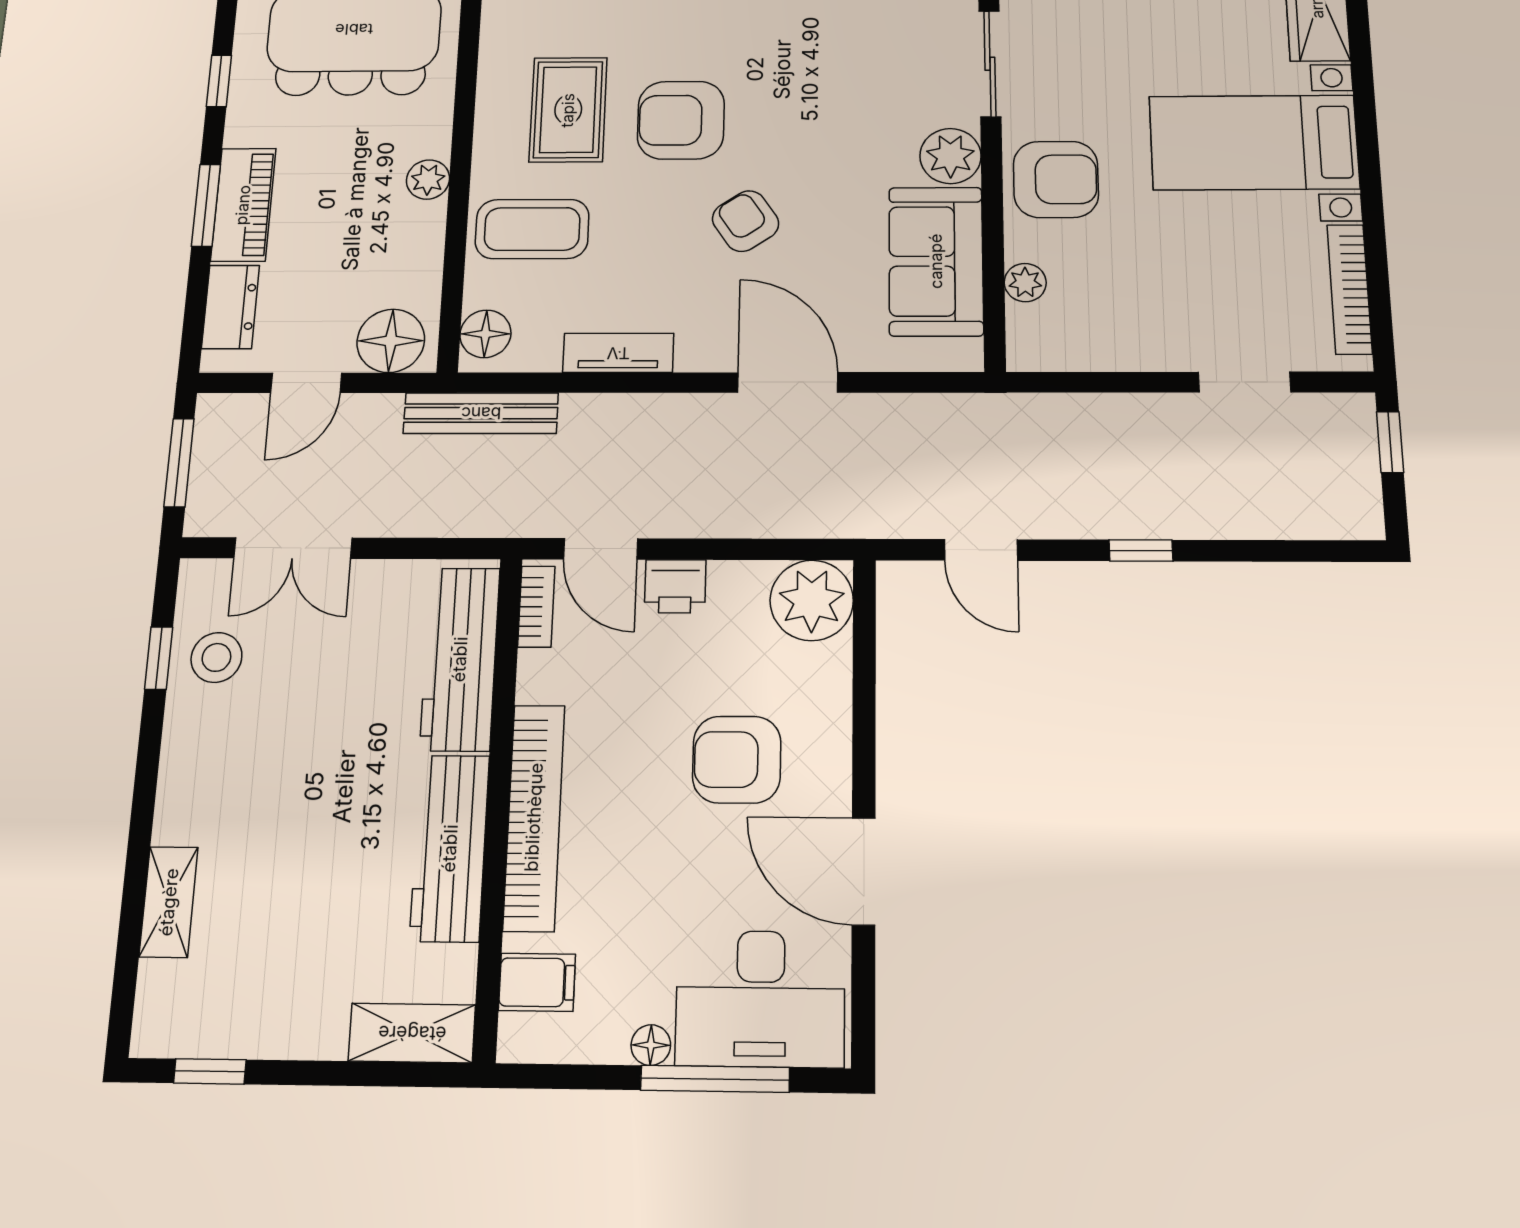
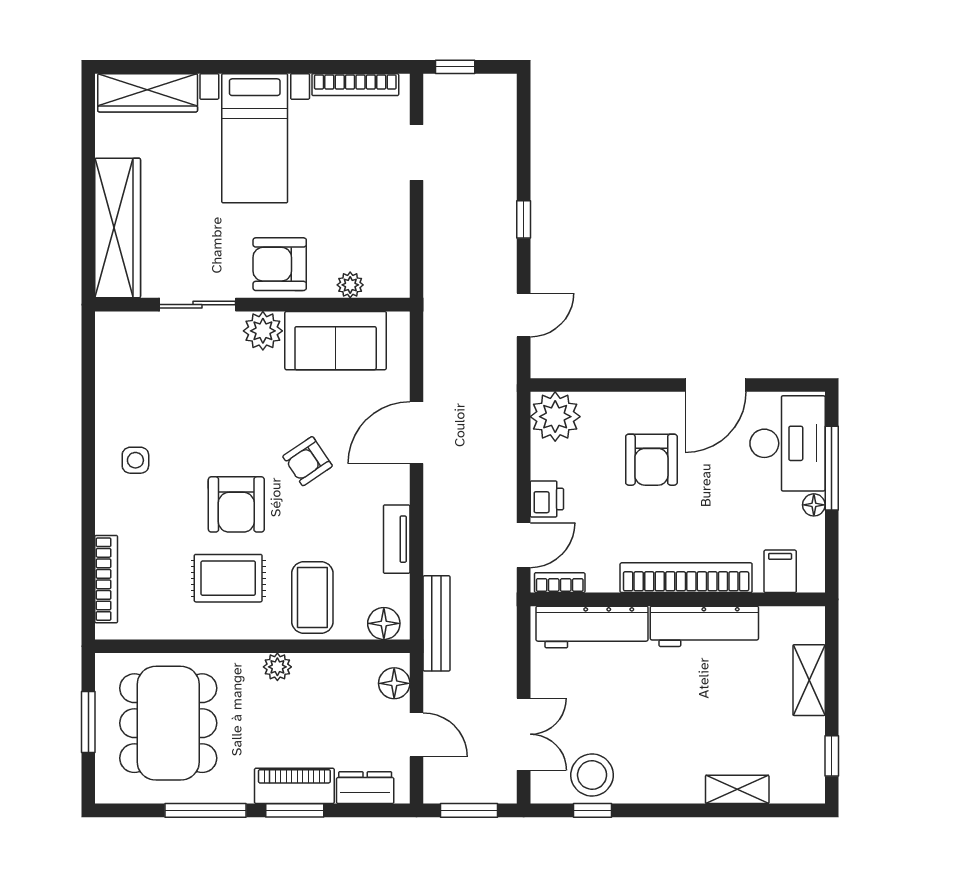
window: (219, 81) -> (205, 810), width x2.17
armchair: (1056, 179) -> (280, 264), turned -90
floor lamp: (391, 341) -> (394, 683), width x0.73, depth x0.73
stool: (216, 657) -> (592, 775), width x1.38, depth x1.38
shelving: (412, 1033) -> (809, 680), moved

